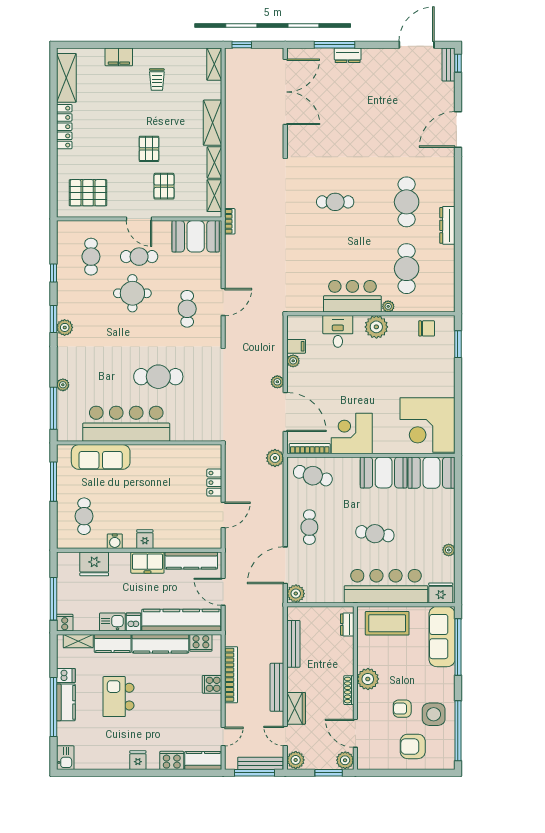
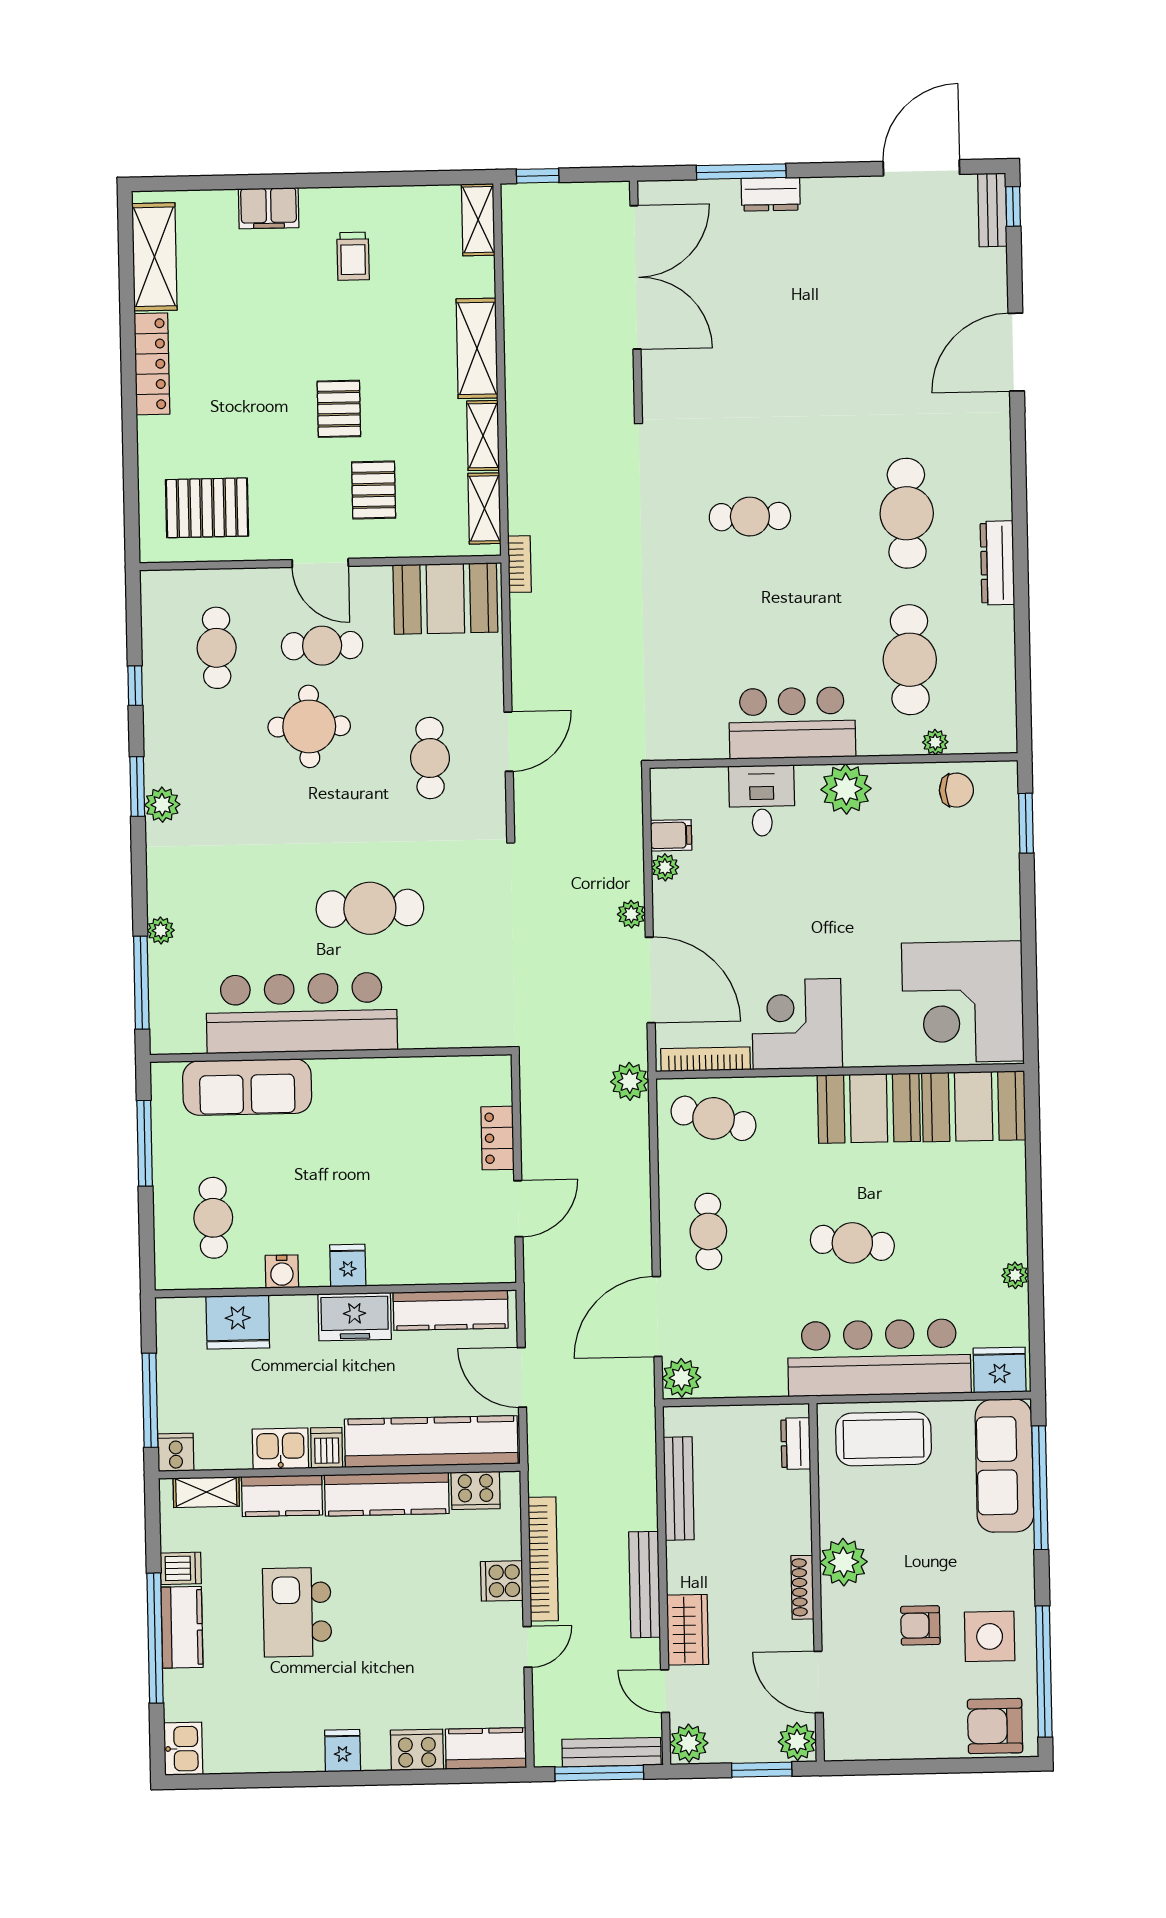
plant: (388, 306) -> (935, 742), moved
door: (223, 737) -> (528, 1647), moved
armchair: (413, 746) -> (995, 1726), moved

